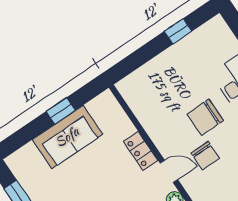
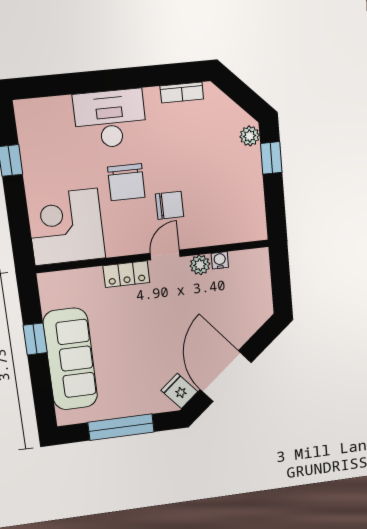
corner desk: (152, 92) -> (66, 227), added
sofa: (67, 137) -> (70, 359), width x1.36

